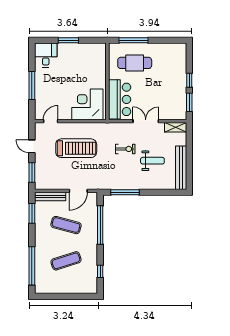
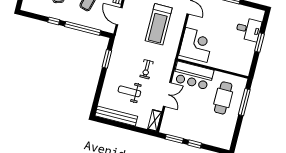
desk: (46, 55) -> (248, 29), moved
weight bench: (152, 161) -> (129, 91), turned 90
window: (125, 192) -> (107, 59), width x0.69
window: (100, 271) -> (54, 21), moved

